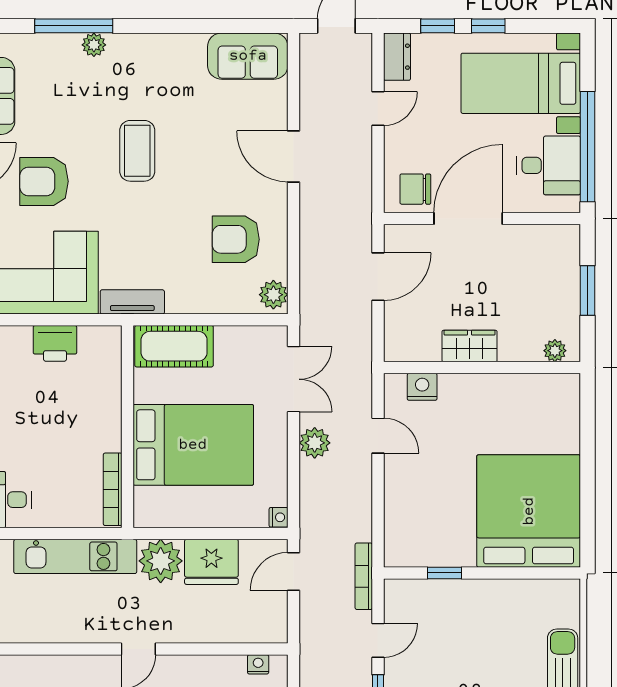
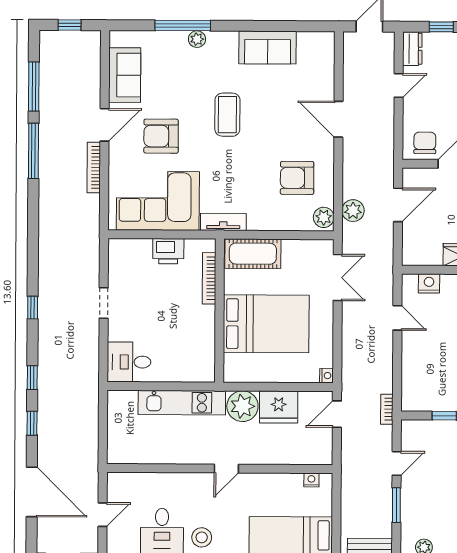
sofa: (248, 56) -> (268, 48), moved
chair: (415, 189) -> (425, 143), turned 90
plant: (315, 443) -> (353, 211), moved
bookcase: (113, 489) -> (209, 278), moved
bookcase: (364, 576) -> (387, 409), width x0.64

